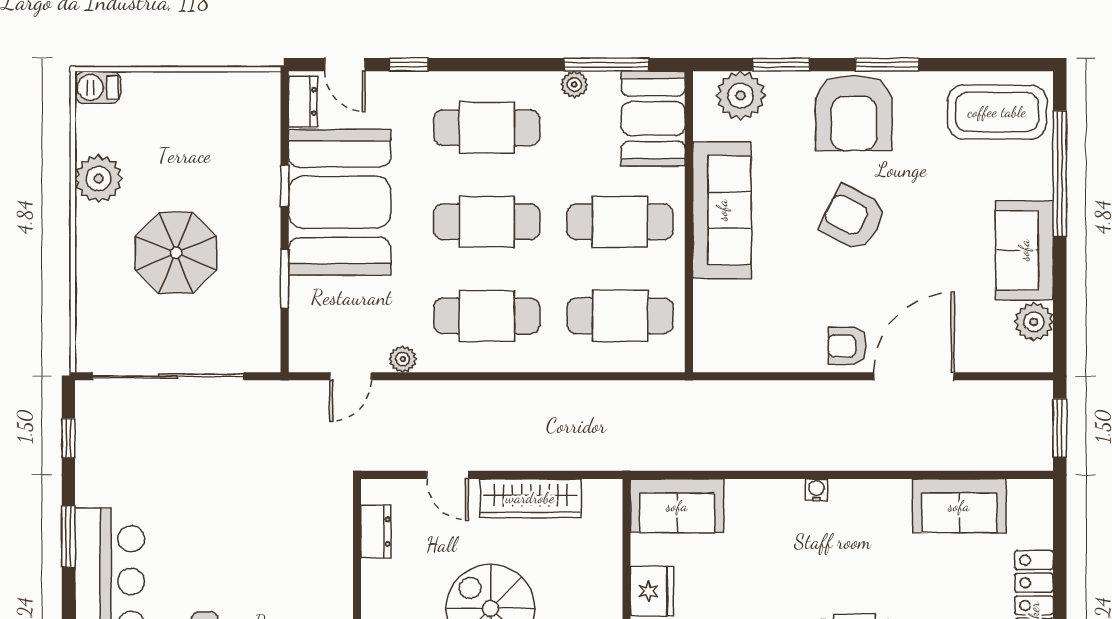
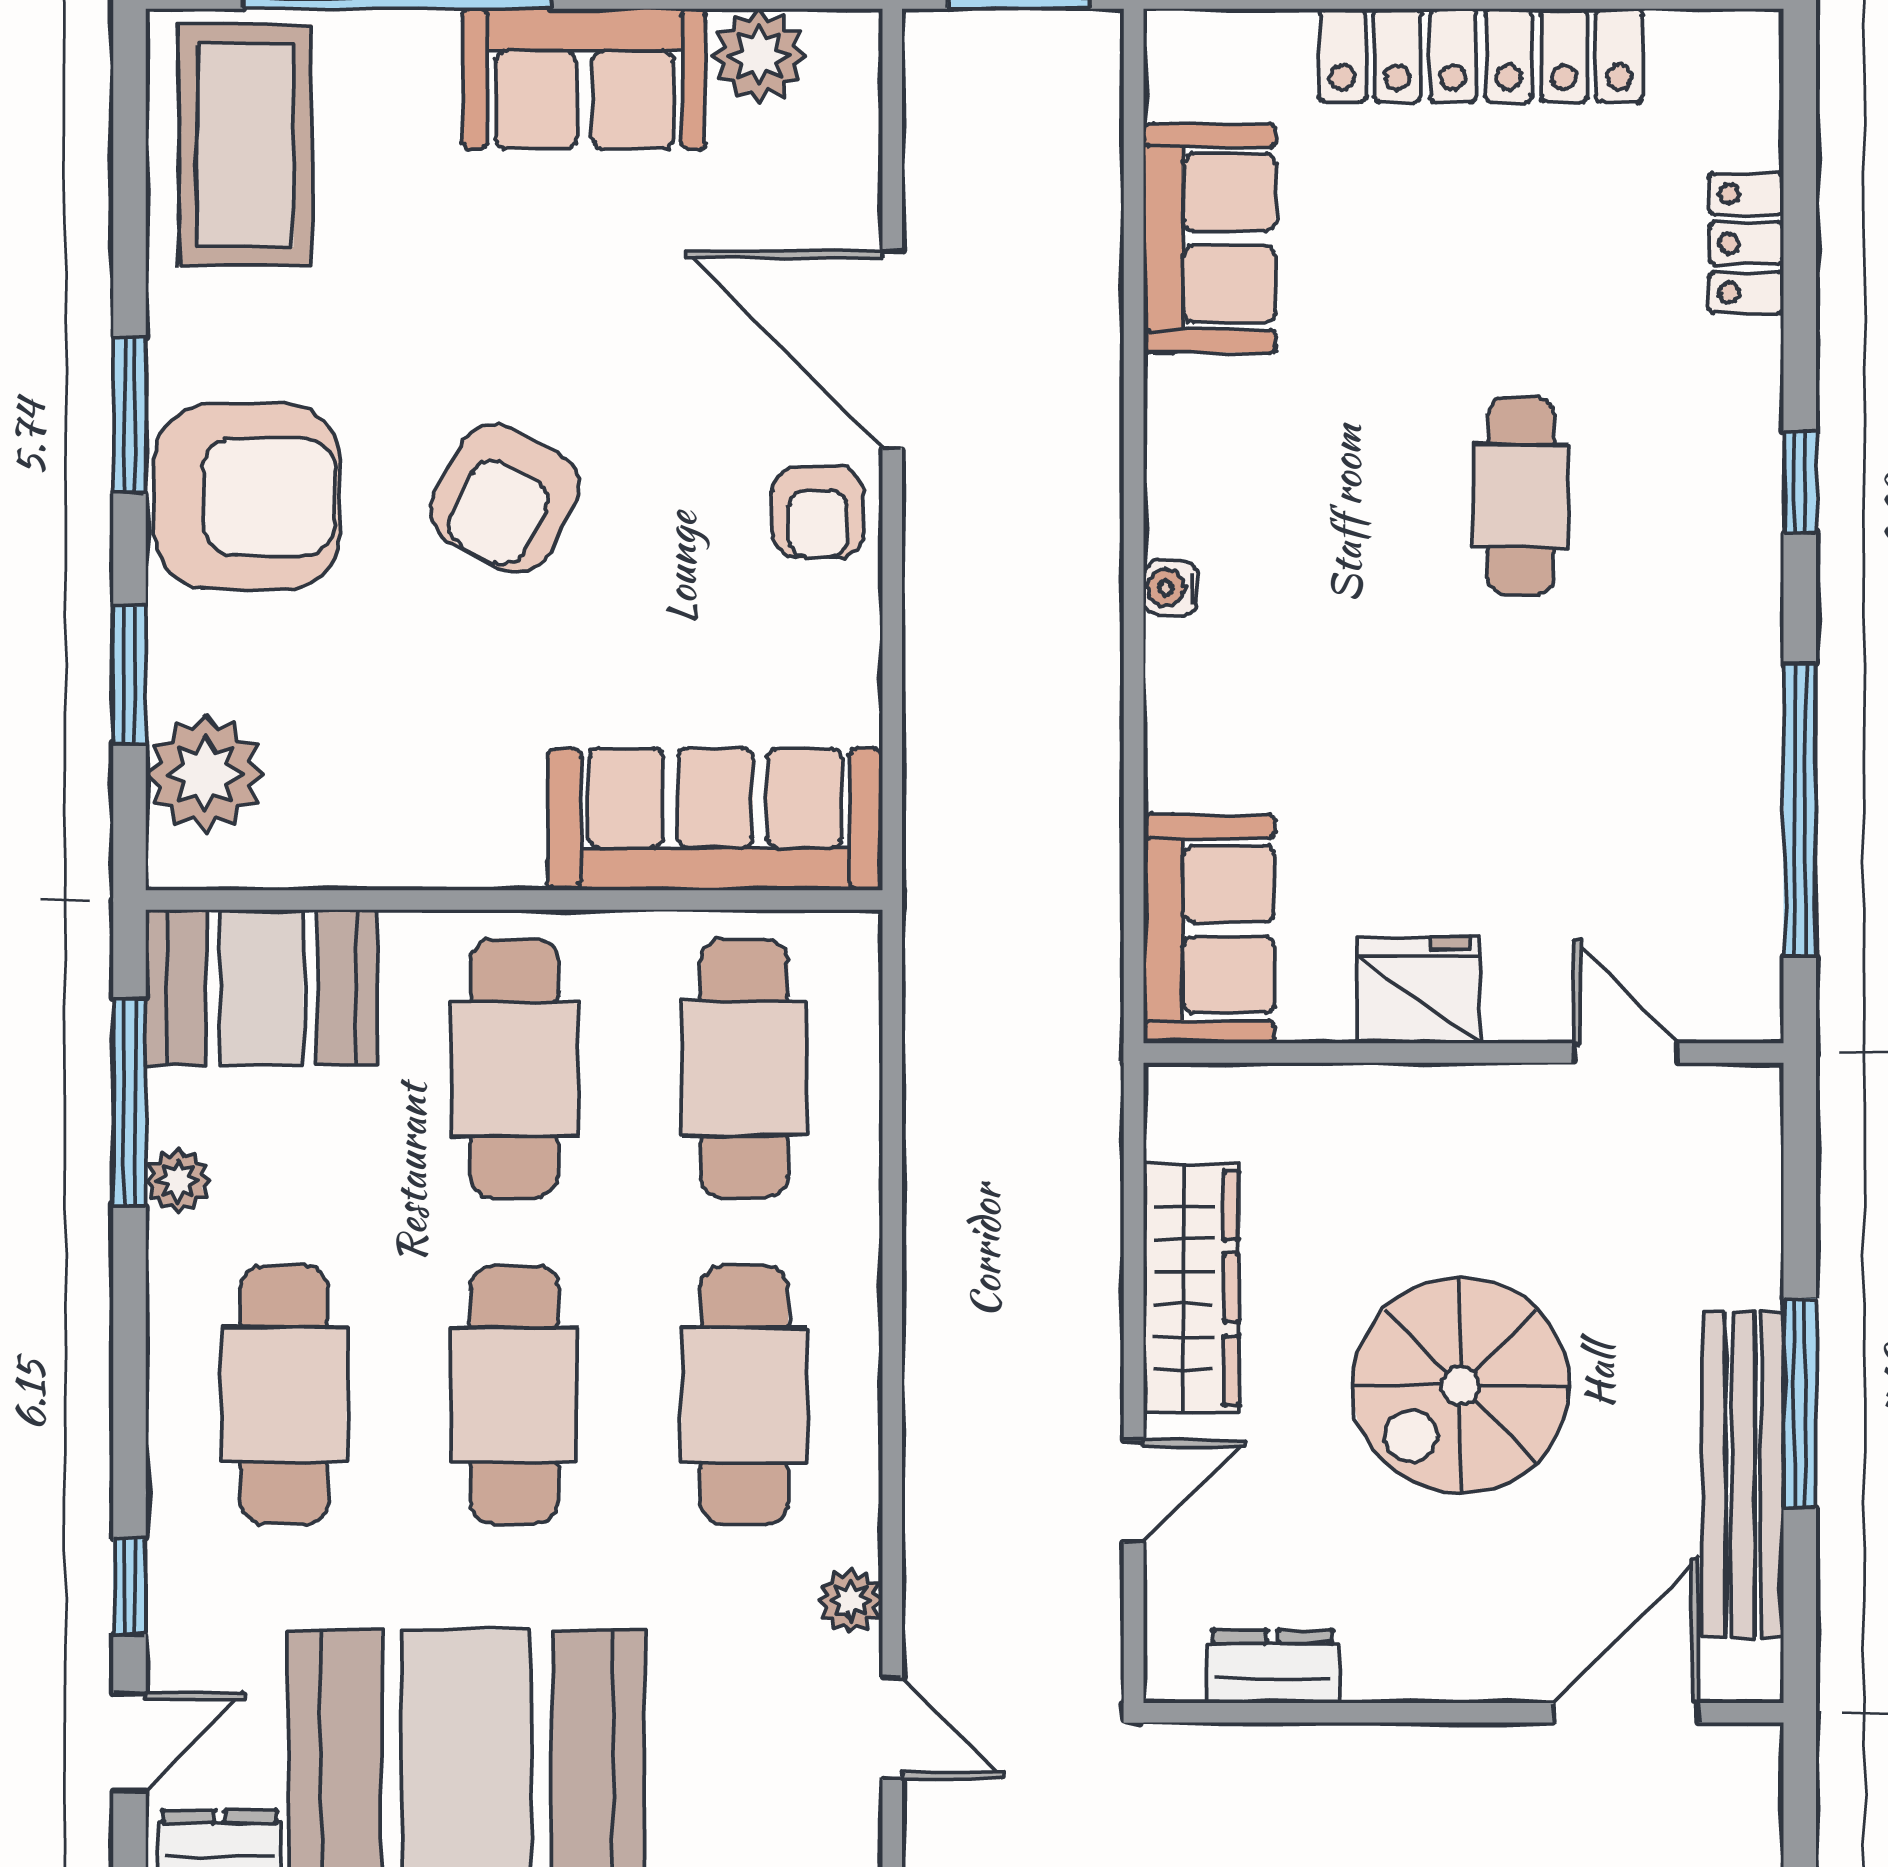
sofa: (722, 210) -> (715, 819), moved

